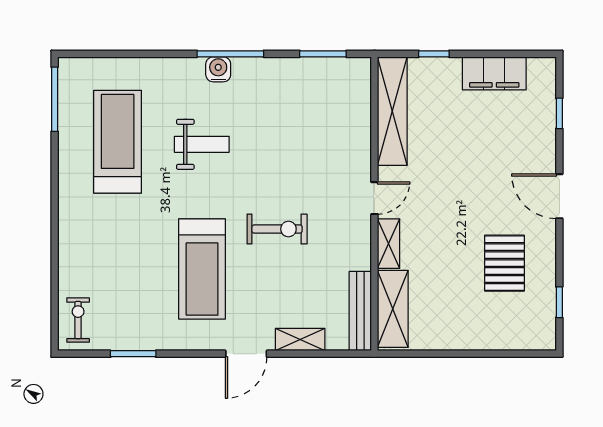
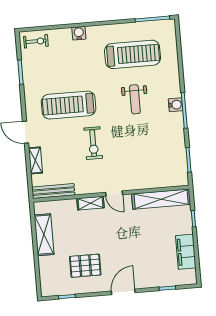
water cooler: (70, 239) -> (79, 33), added
shelving: (393, 309) -> (44, 235), moved, turned 90

